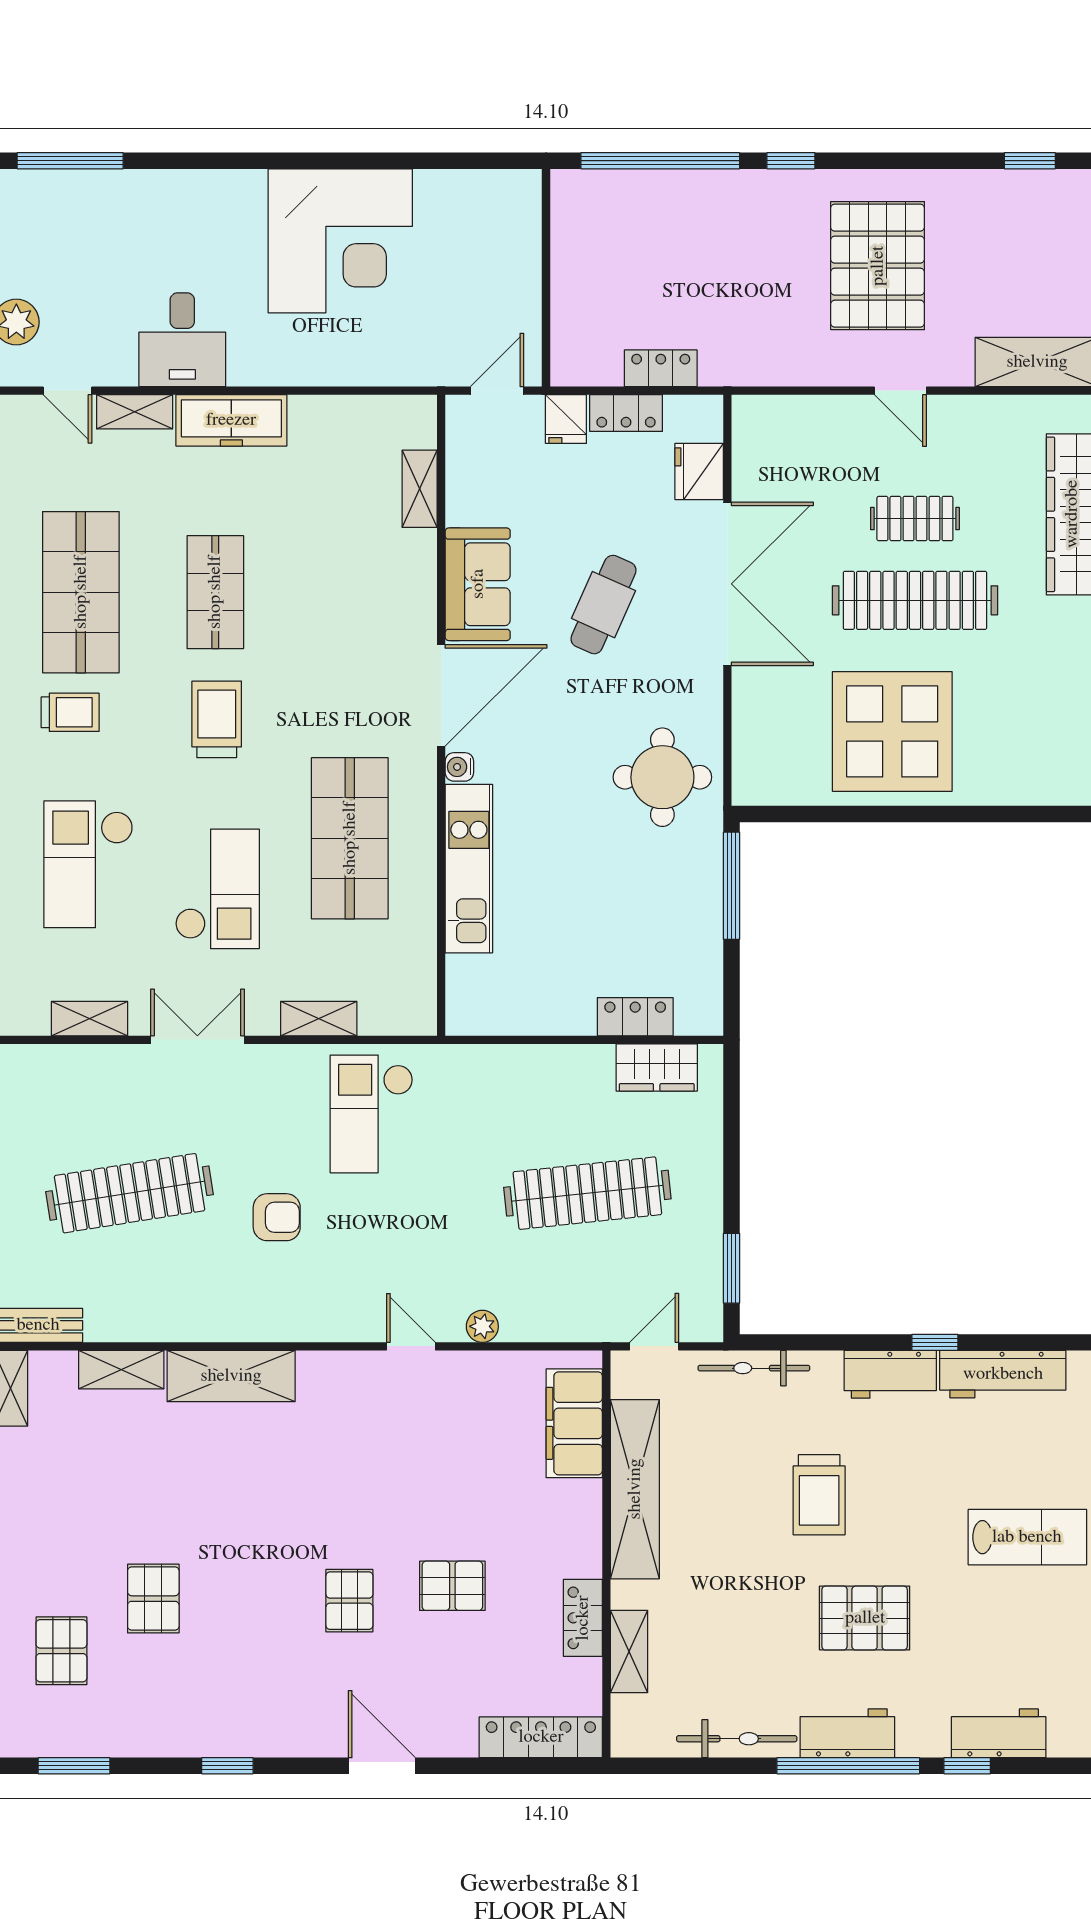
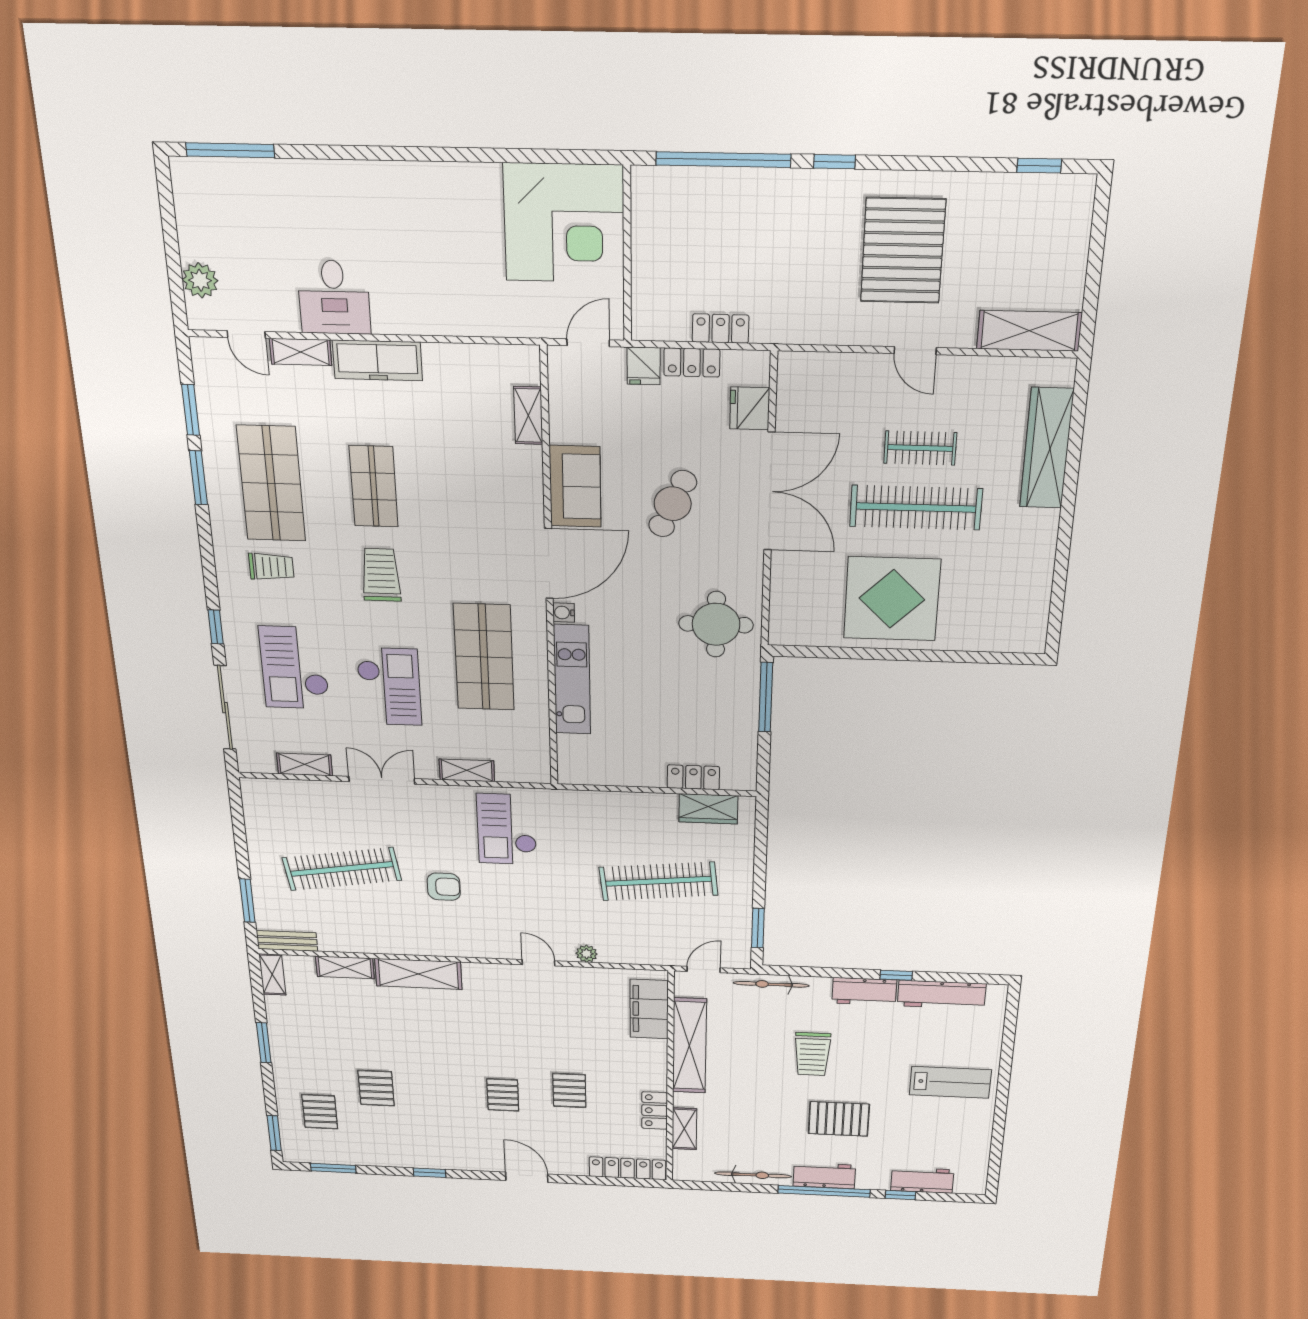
corner desk: (340, 241) -> (564, 223), moved
pallet: (452, 1586) -> (569, 1090), turned 90

